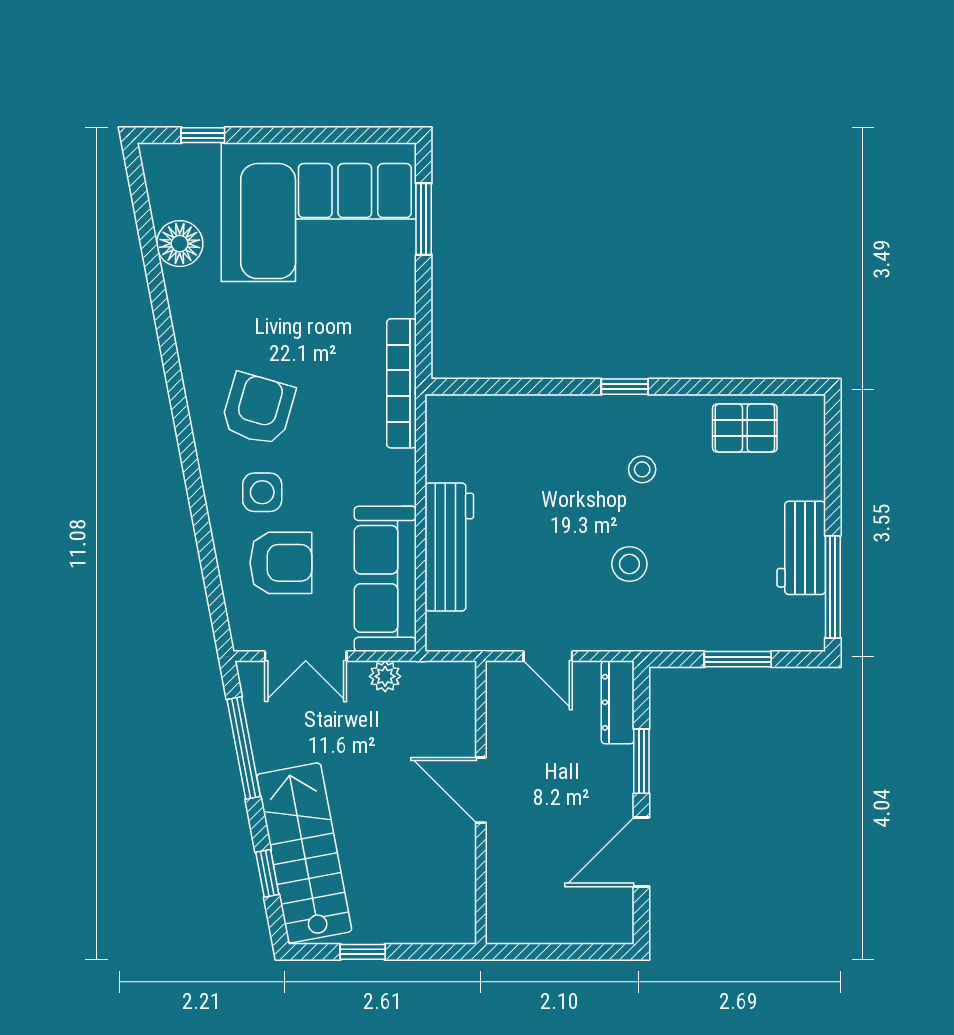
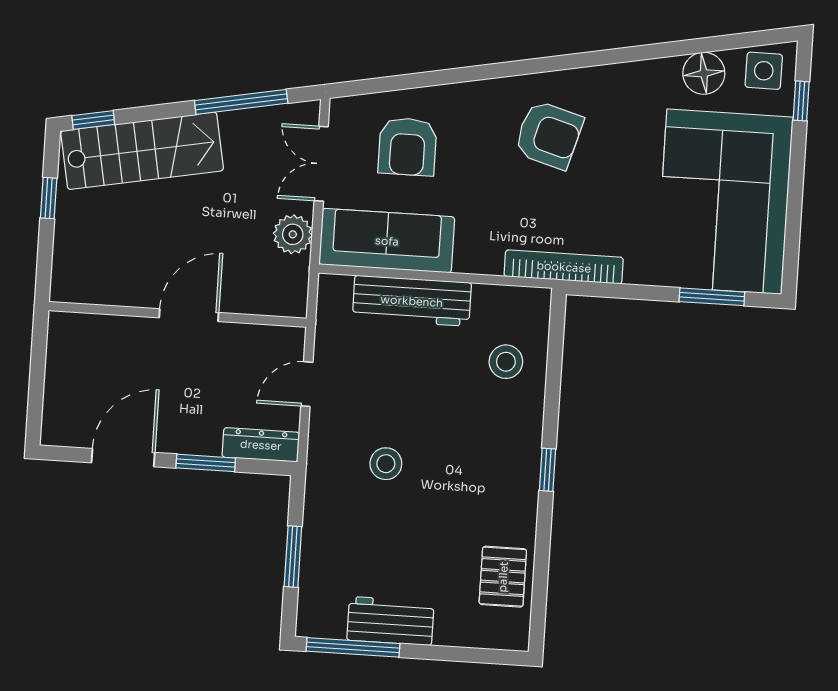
stool: (642, 469) -> (506, 362), moved, width x1.37, depth x1.37
side table: (262, 492) -> (764, 71), moved
plant: (385, 676) -> (293, 234), width x1.38, depth x1.38
door: (641, 852) -> (123, 458), hinge flipped
window: (267, 873) -> (93, 120), moved

